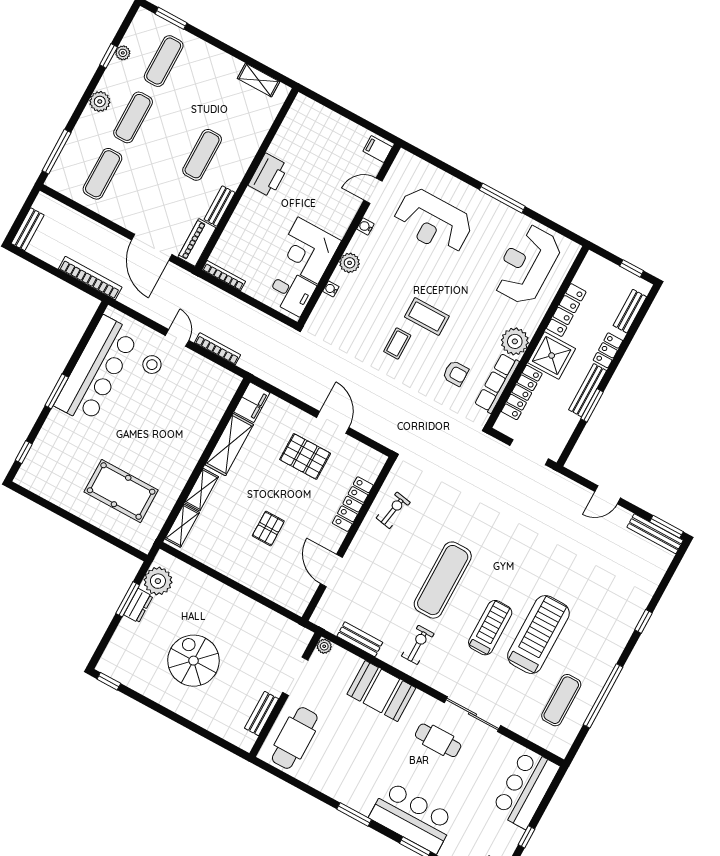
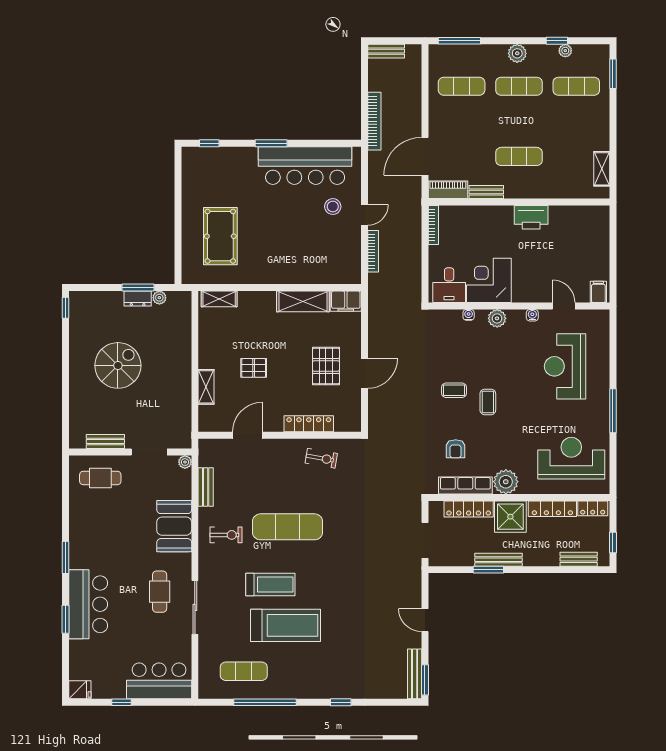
coffee table: (427, 316) -> (488, 402), width x0.73, depth x0.77
locker: (608, 350) -> (593, 508), moved, turned 180
shelving: (201, 490) -> (206, 387), moved, turned 90
plant: (158, 581) -> (159, 298), width x0.53, depth x0.53
cafe table: (295, 738) -> (100, 478), width x0.73, depth x0.74

